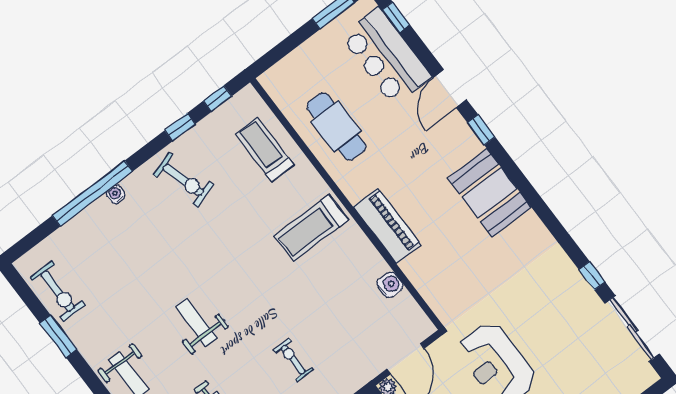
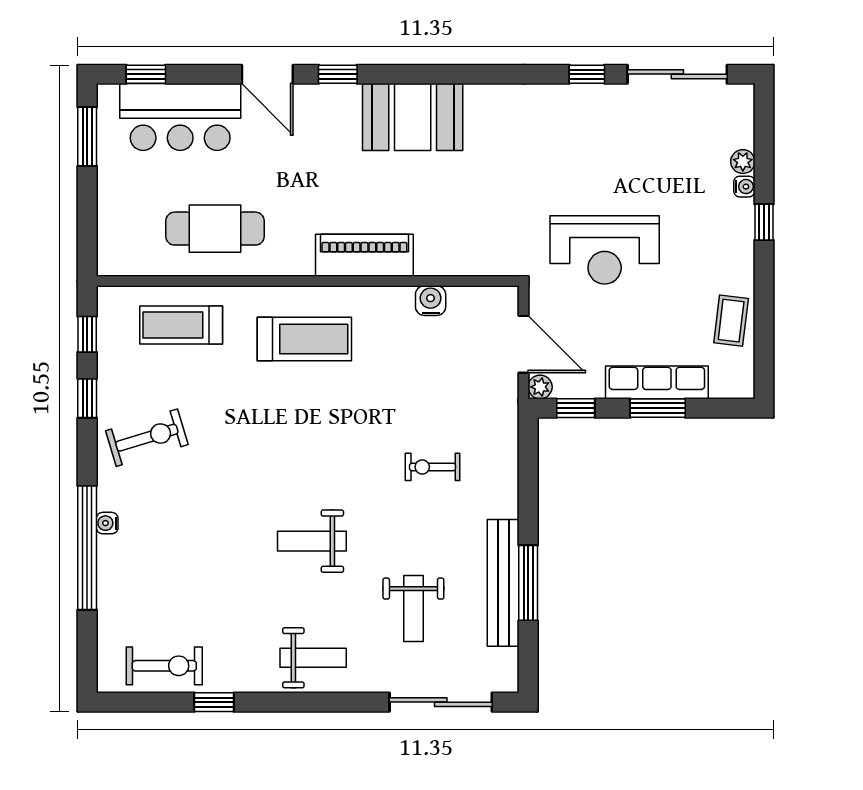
treadmill: (311, 228) -> (304, 339), turned -90
window: (58, 336) -> (214, 702), width x0.67

